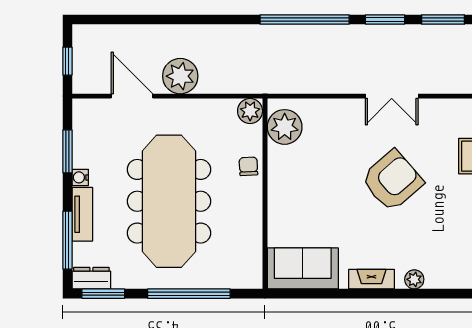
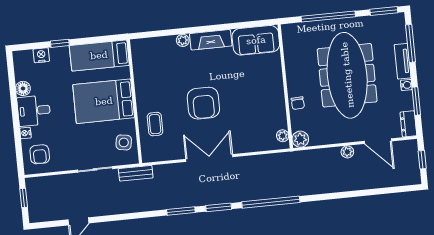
plant: (180, 76) -> (347, 152), width x0.53, depth x0.53
double door: (392, 96) -> (209, 158), width x1.37
plant: (285, 127) -> (283, 136), width x0.53, depth x0.53
armchair: (392, 181) -> (203, 103), turned -49
dresser: (91, 278) -> (408, 124), moved, turned 90
fireplace: (372, 279) -> (211, 40), width x1.37, depth x1.32

